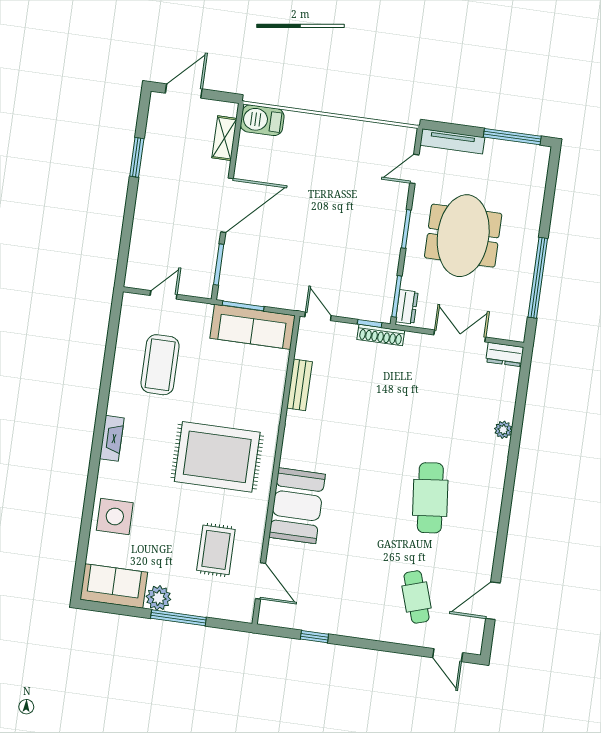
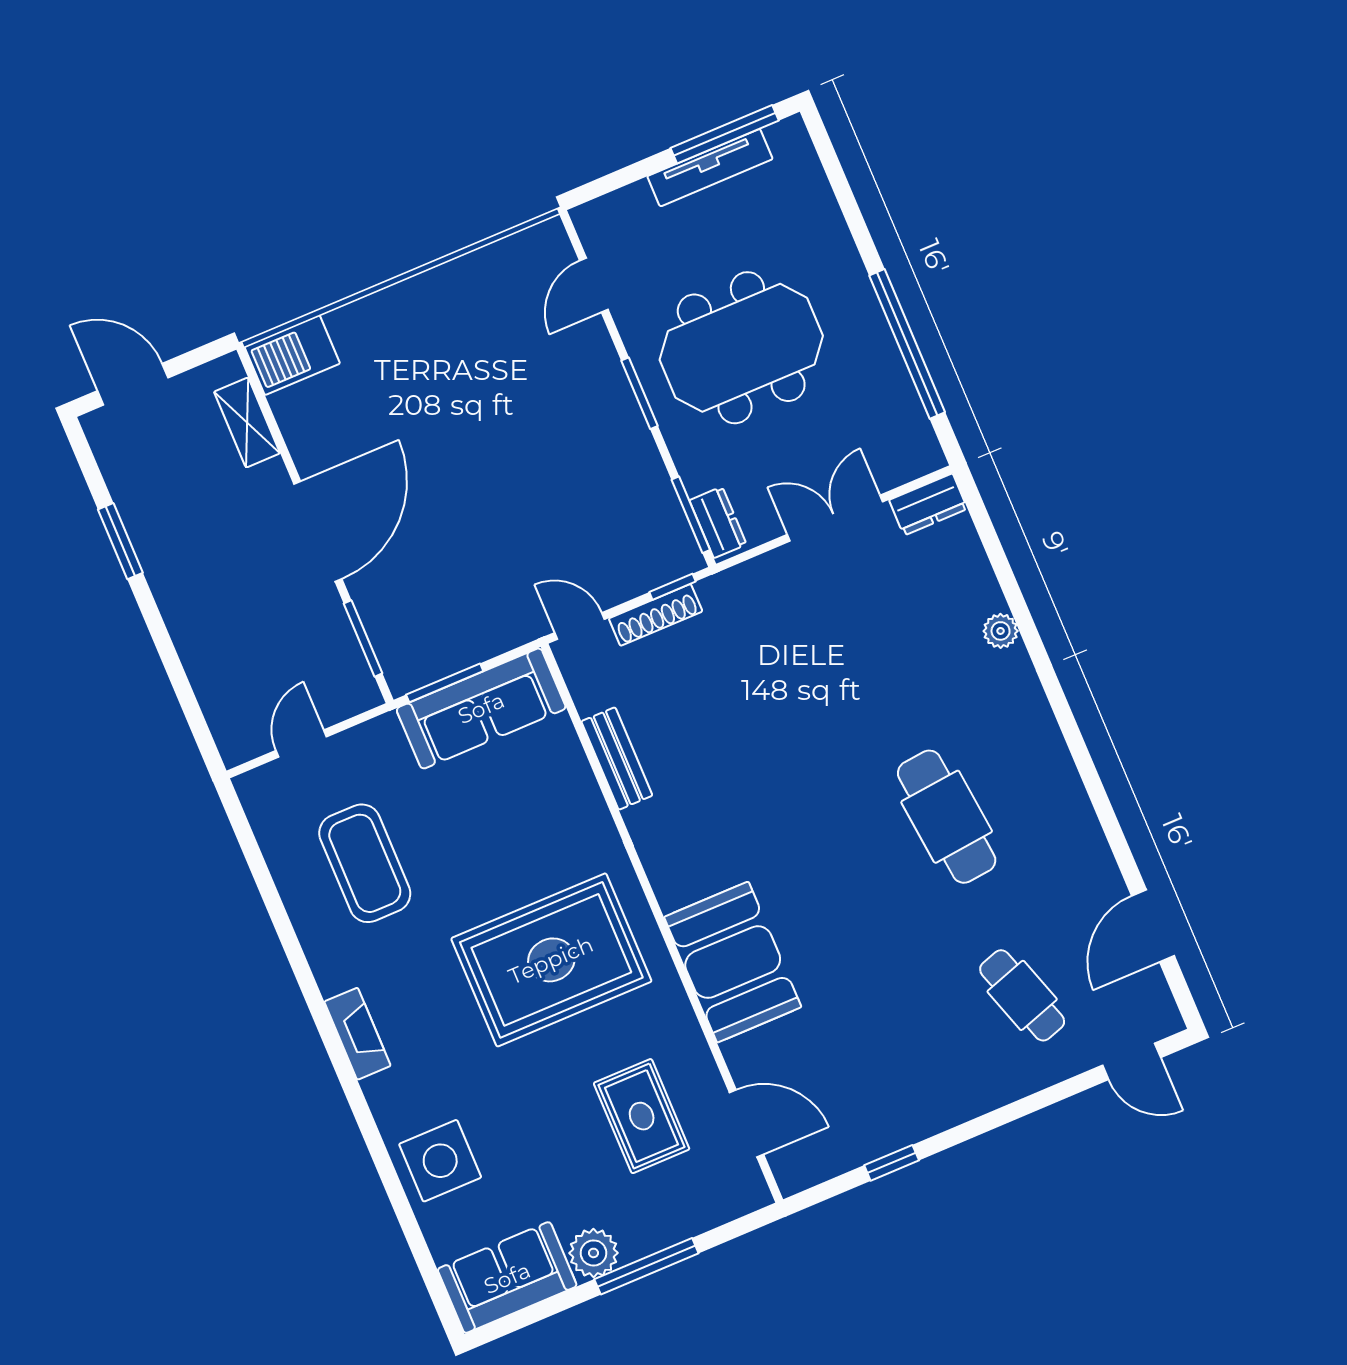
door: (184, 91) -> (133, 384), hinge flipped
tv unit: (452, 141) -> (710, 168), moved
meeting table: (463, 236) -> (741, 348), turned 90
shoe rack: (381, 335) -> (656, 615), moved

